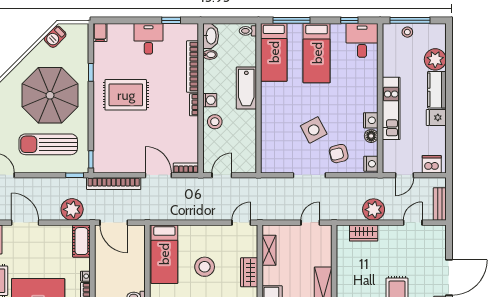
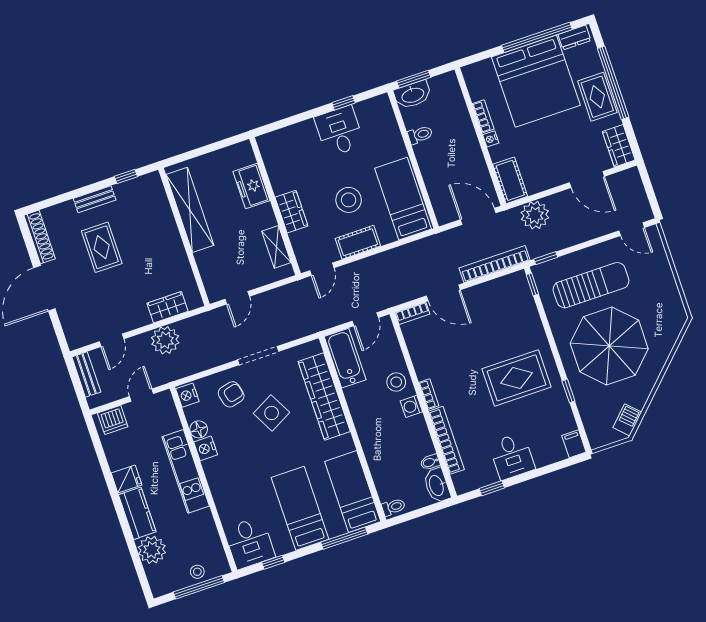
bathtub: (246, 88) -> (345, 358), moved
wardrobe: (271, 129) -> (324, 397), added
cot: (208, 233) -> (358, 242), added

